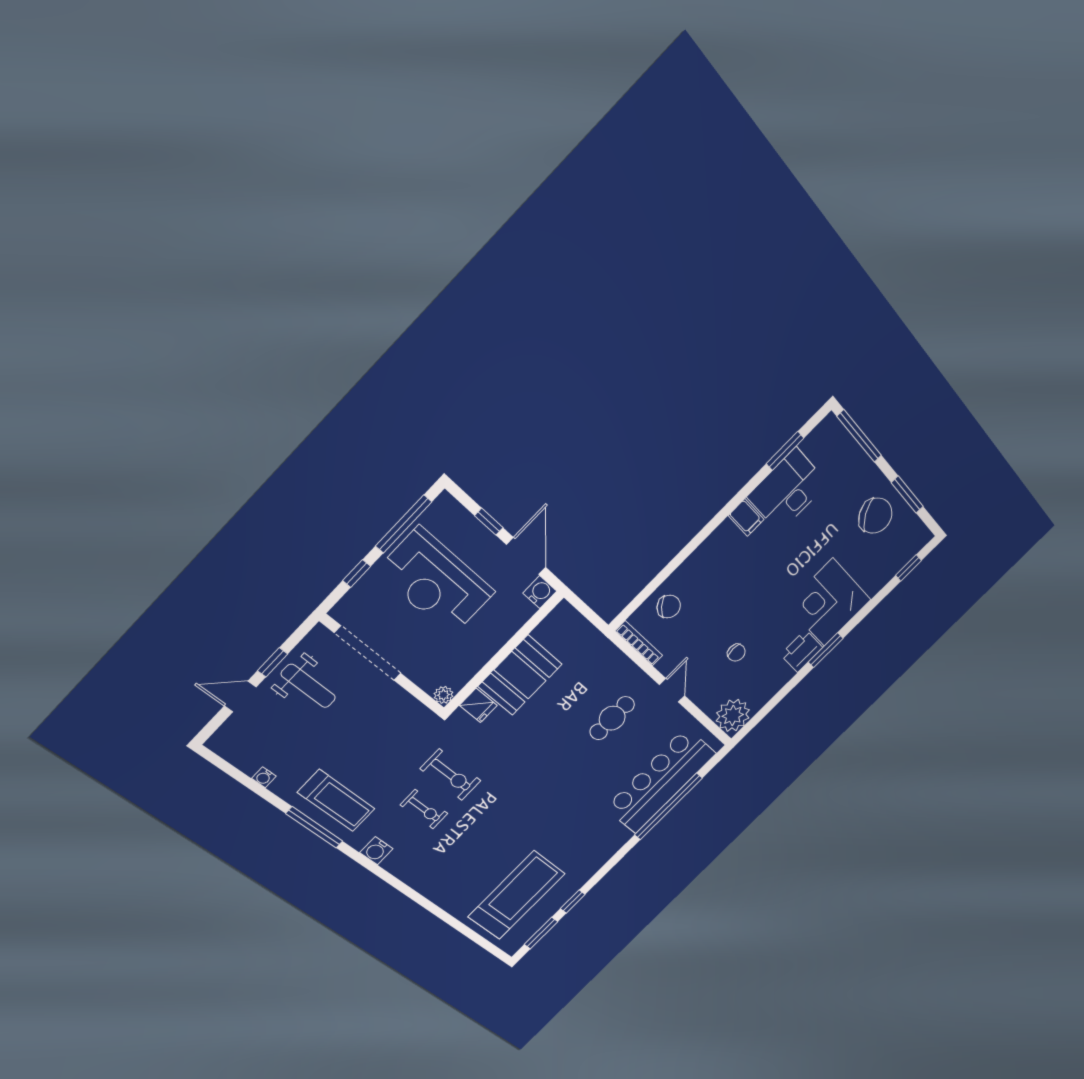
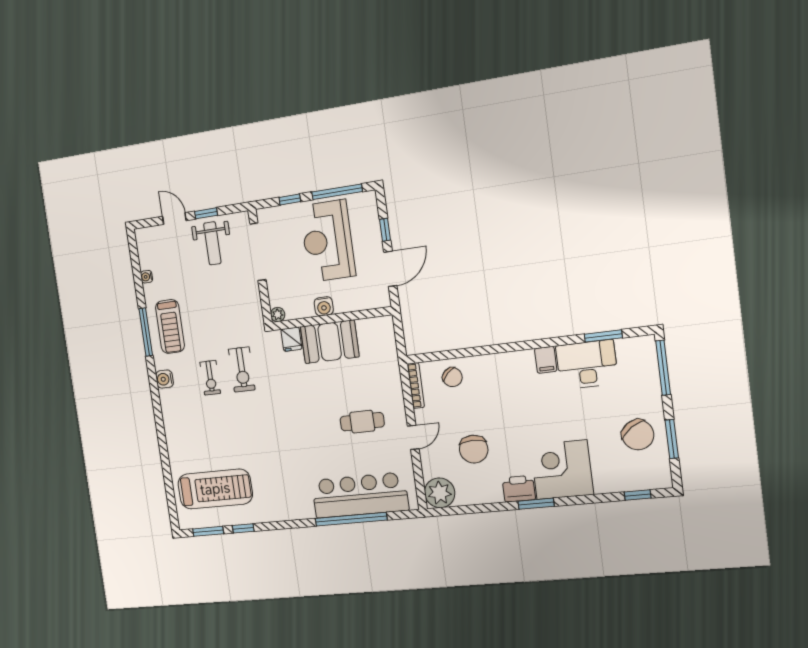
water cooler: (540, 592) -> (324, 306), moved, turned 90
chair: (736, 653) -> (474, 449), width x1.87, depth x1.87

